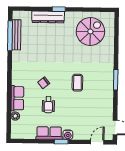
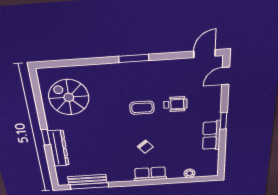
row of seats: (17, 98) -> (150, 174), moved
wheelchair: (48, 105) -> (176, 104), moved
water cooler: (68, 135) -> (214, 114), removed
door: (97, 142) -> (226, 76), hinge flipped

